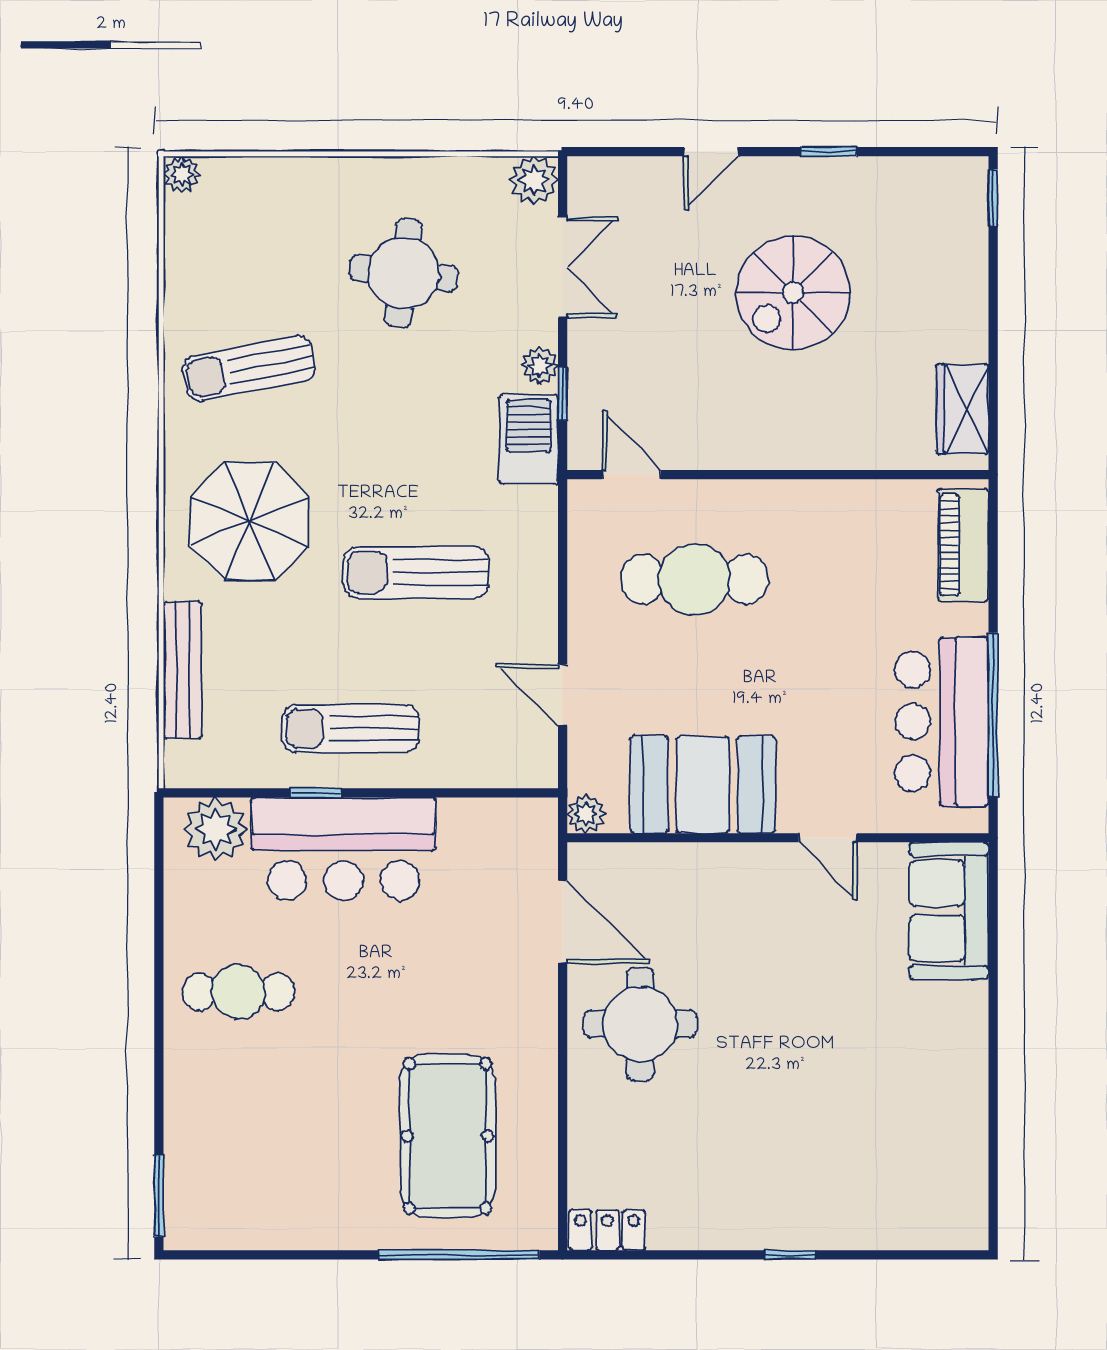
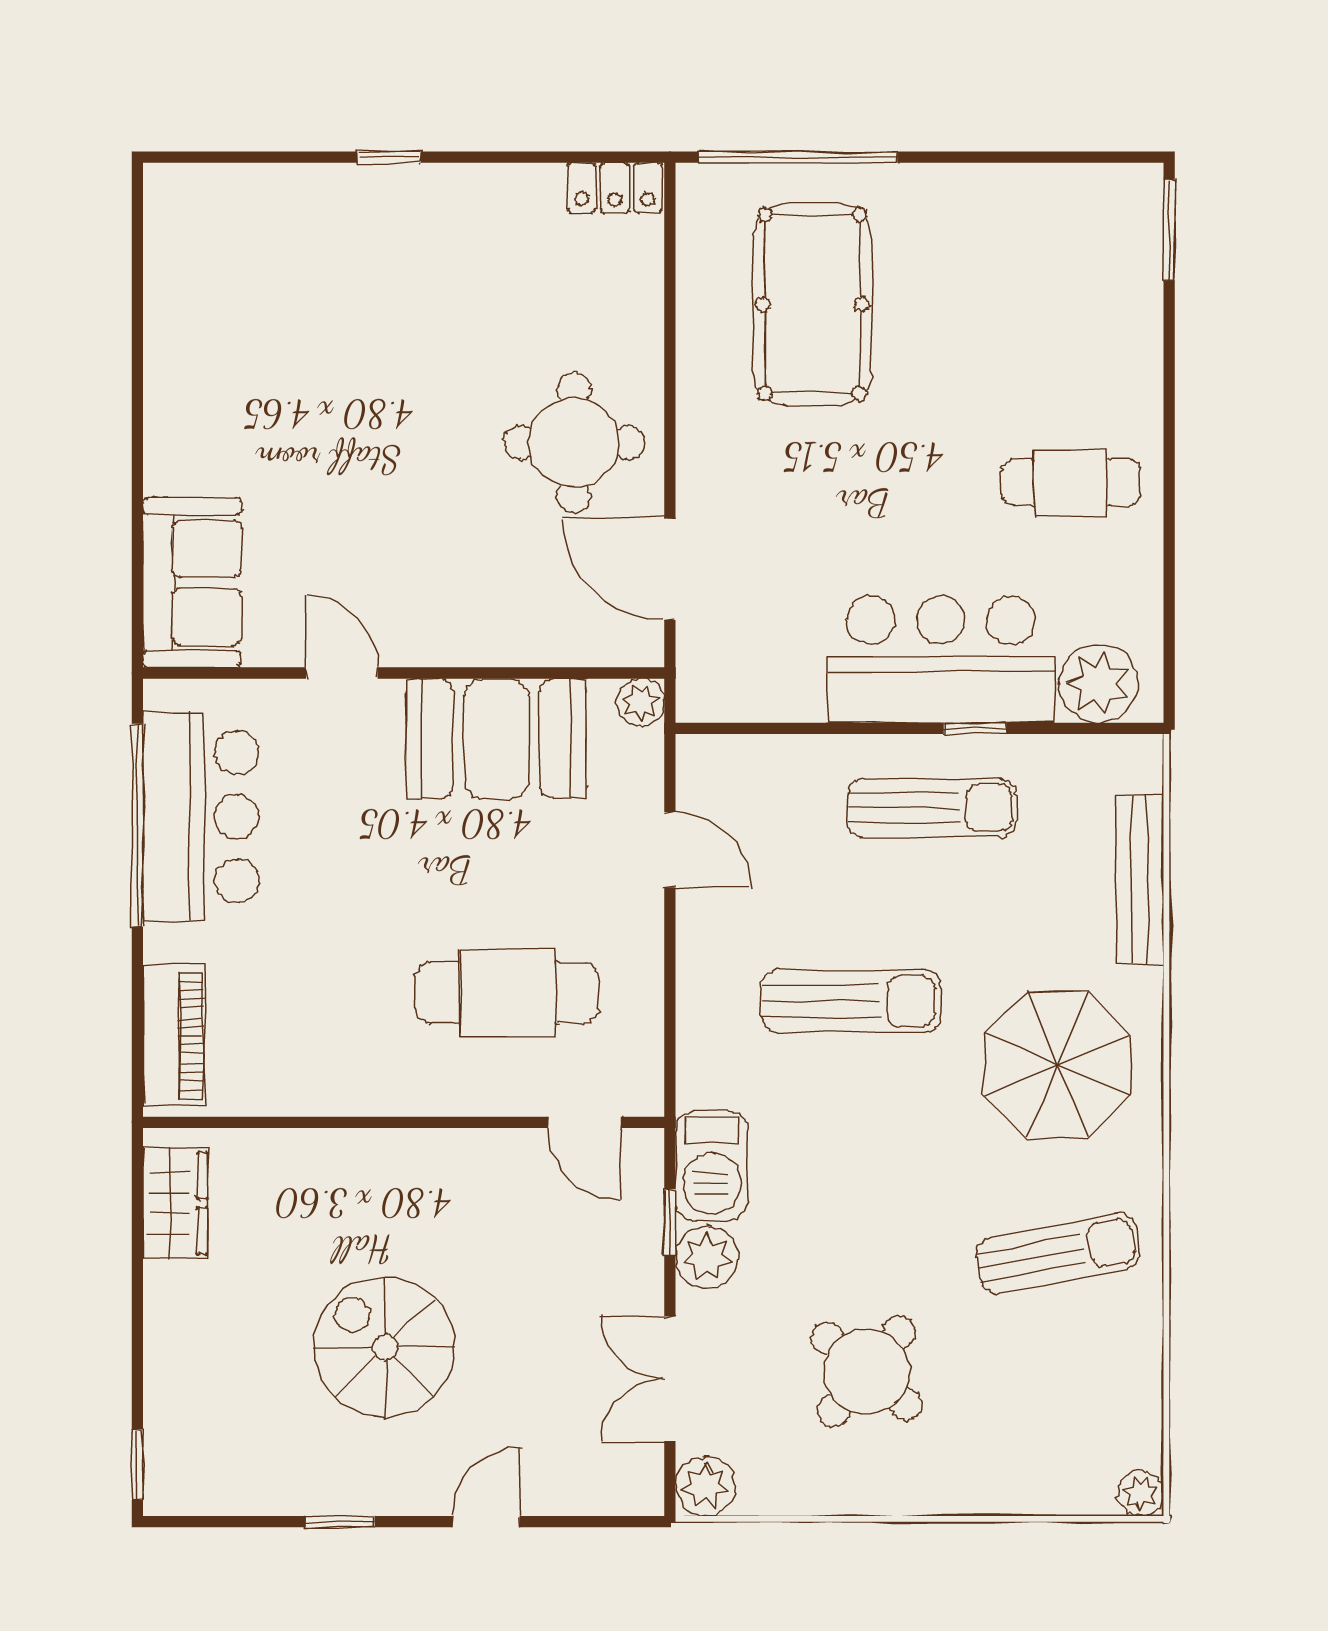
round table: (404, 273) -> (867, 1371), turned 33
spiral stairs: (793, 293) -> (385, 1347), turned -90
plant: (540, 365) -> (707, 1257), width x1.38, depth x1.38

